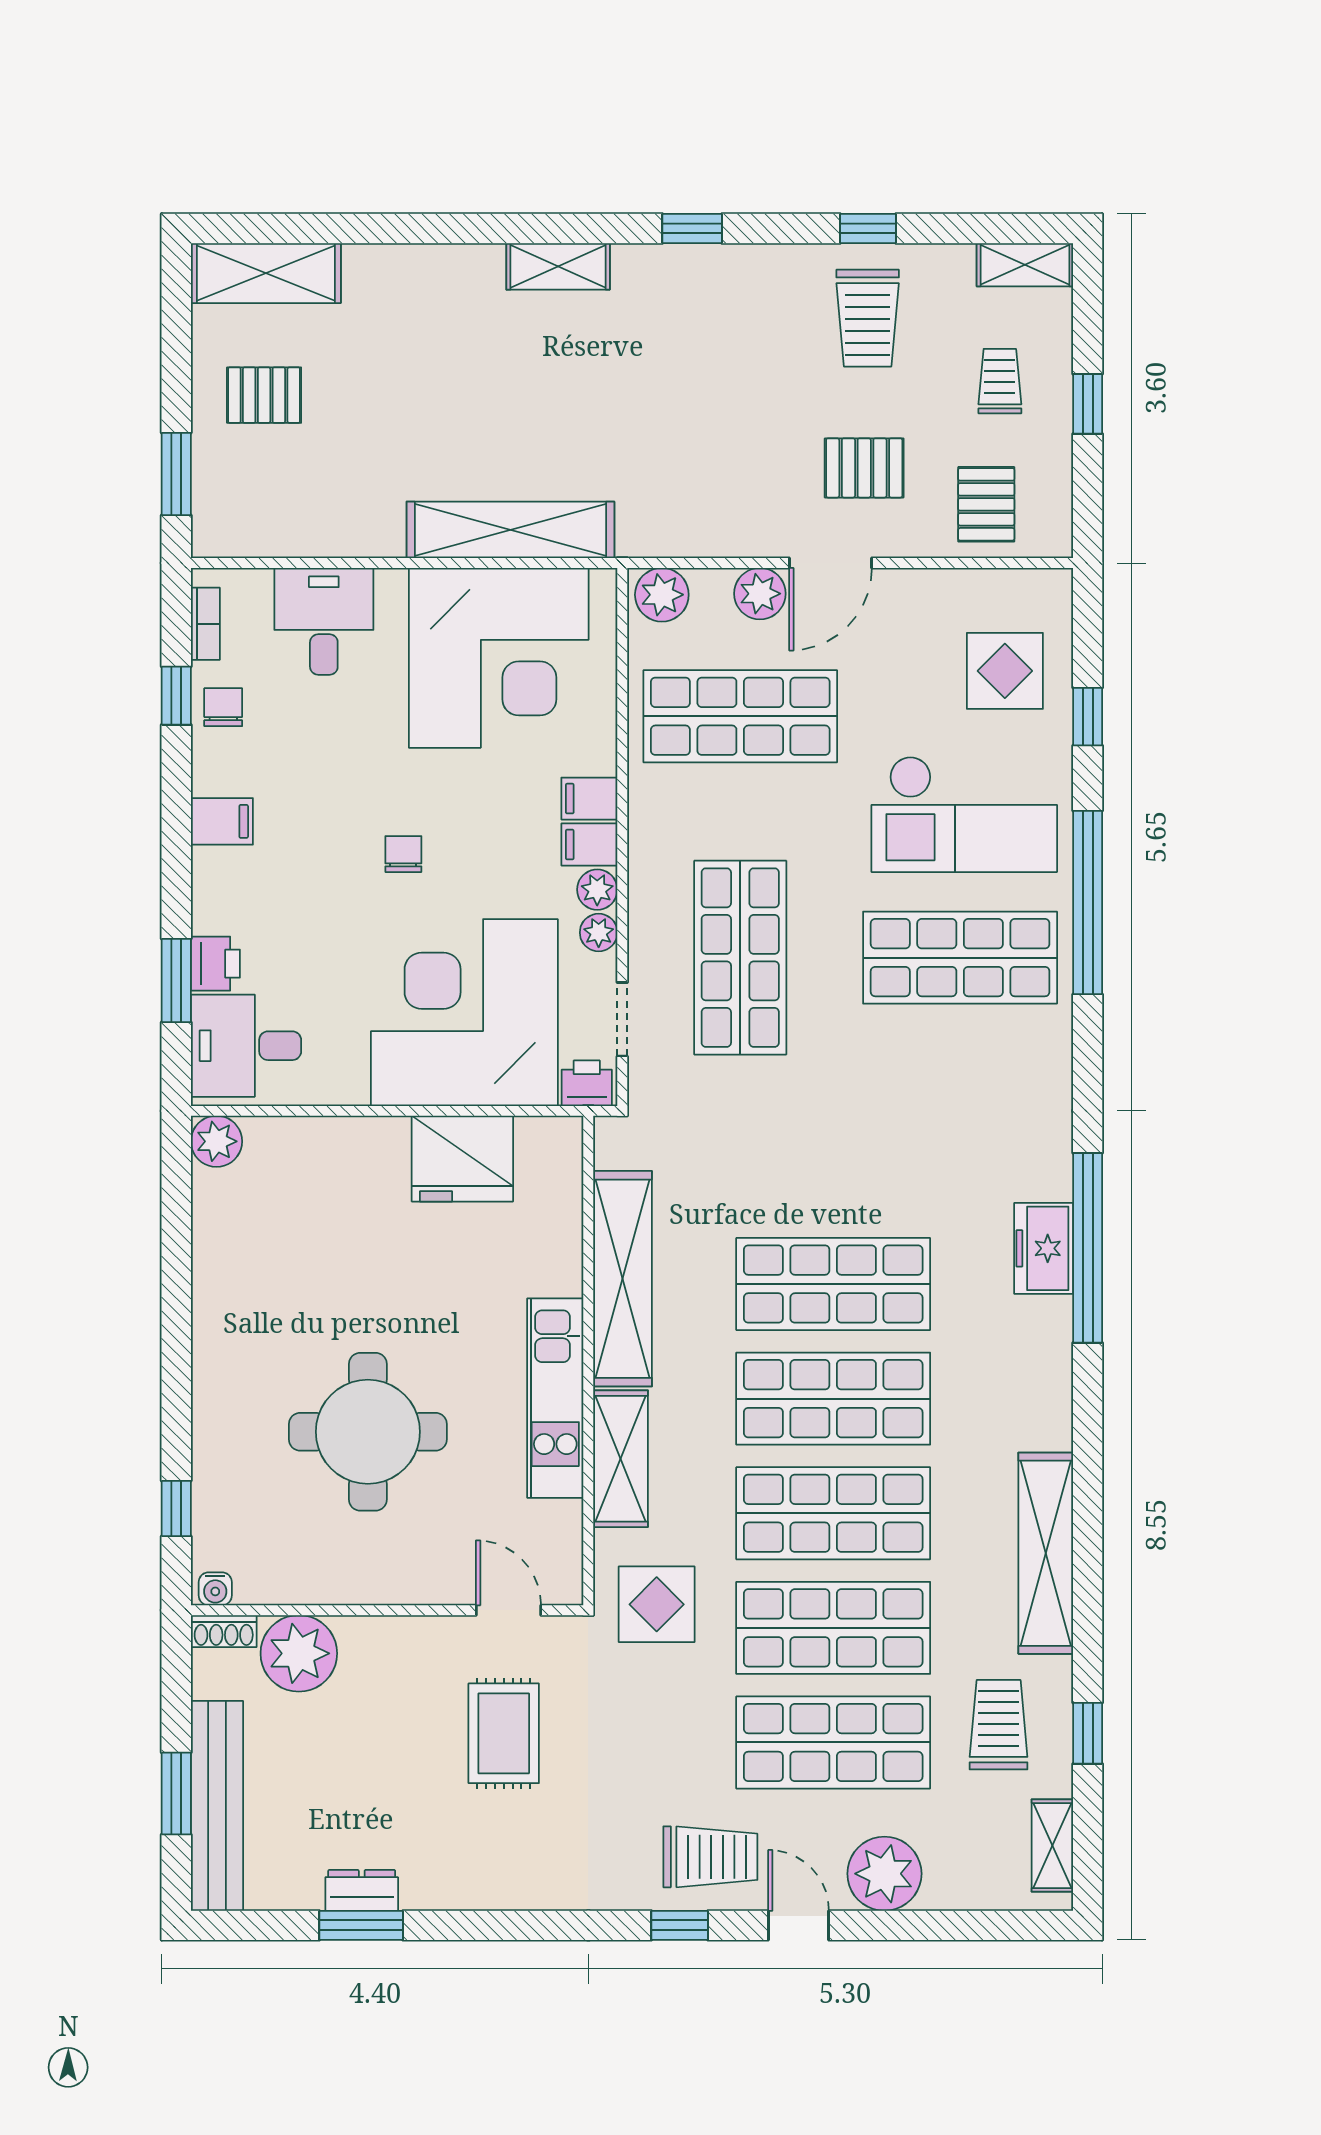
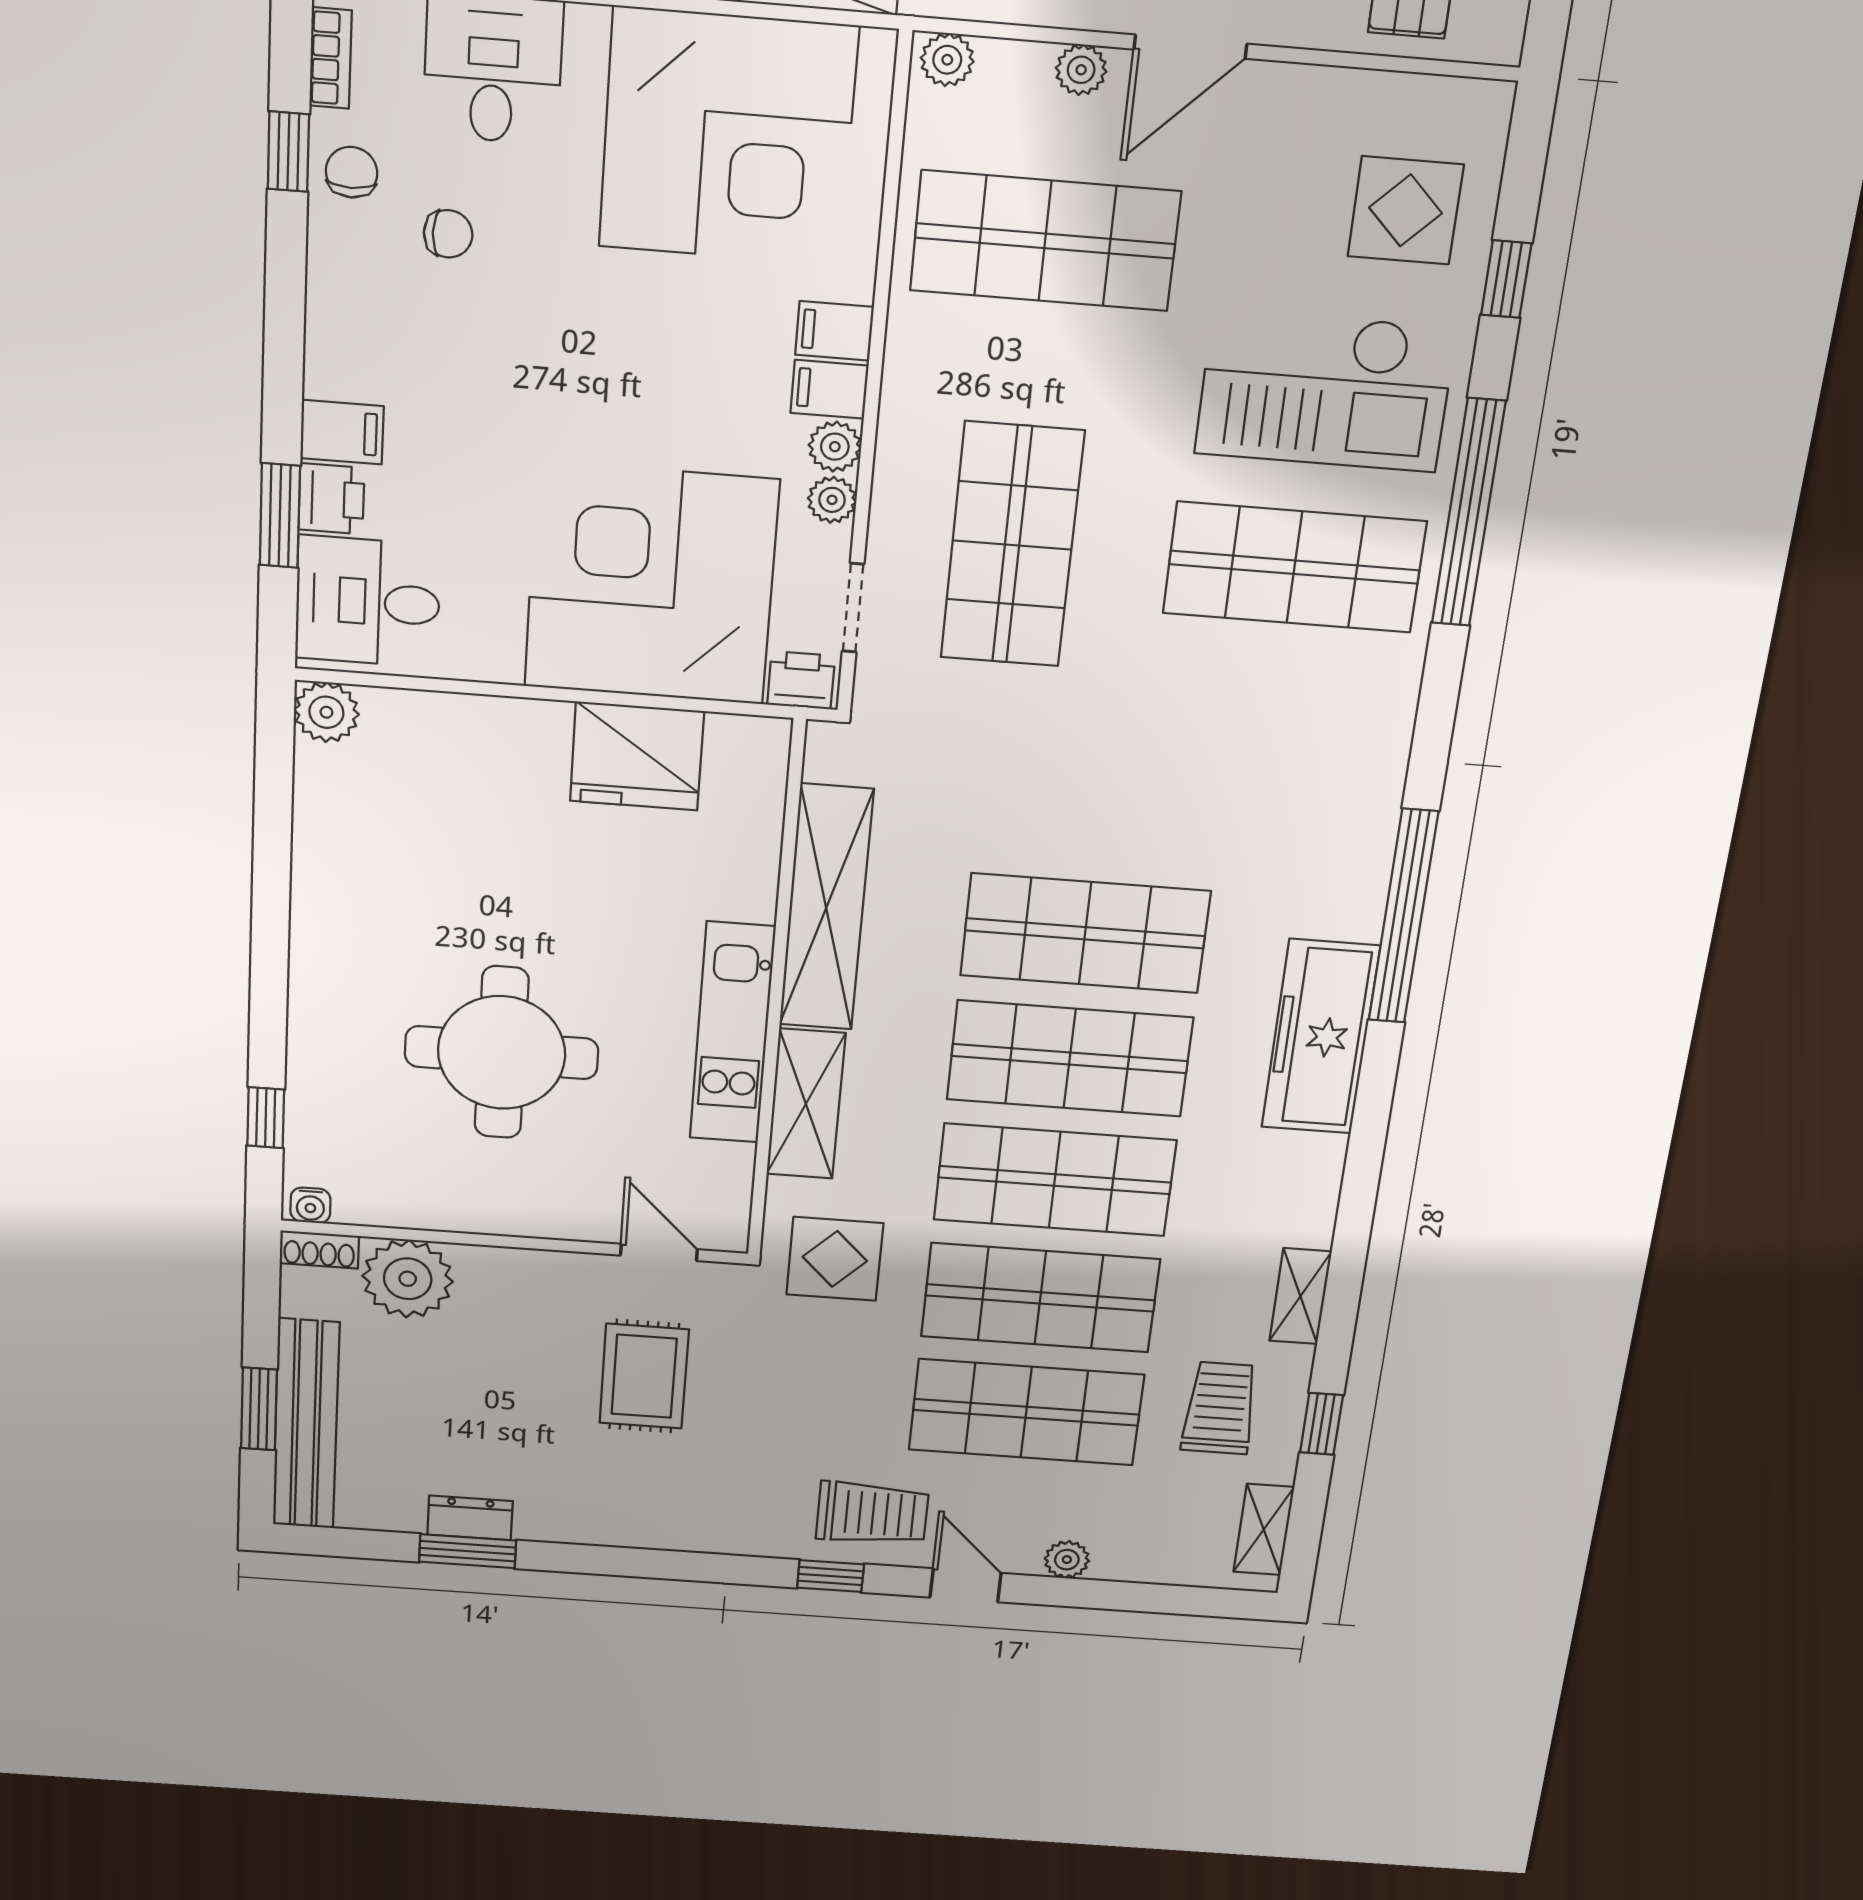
plant: (760, 594) -> (1081, 70), width x0.73, depth x0.73
plant: (662, 595) -> (947, 60), width x0.73, depth x0.73
filing cabinet: (222, 821) -> (342, 432), moved
chair: (403, 854) -> (448, 234), moved, turned 90
freezer: (1044, 1248) -> (1320, 1037), moved, width x1.91, depth x1.26
shelving: (1046, 1553) -> (1300, 1296), width x0.45, depth x0.75
plant: (884, 1874) -> (1067, 1560), width x0.53, depth x0.53

